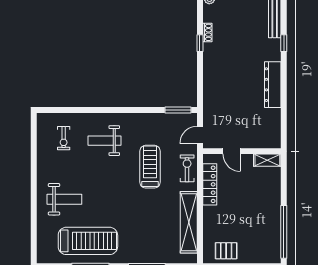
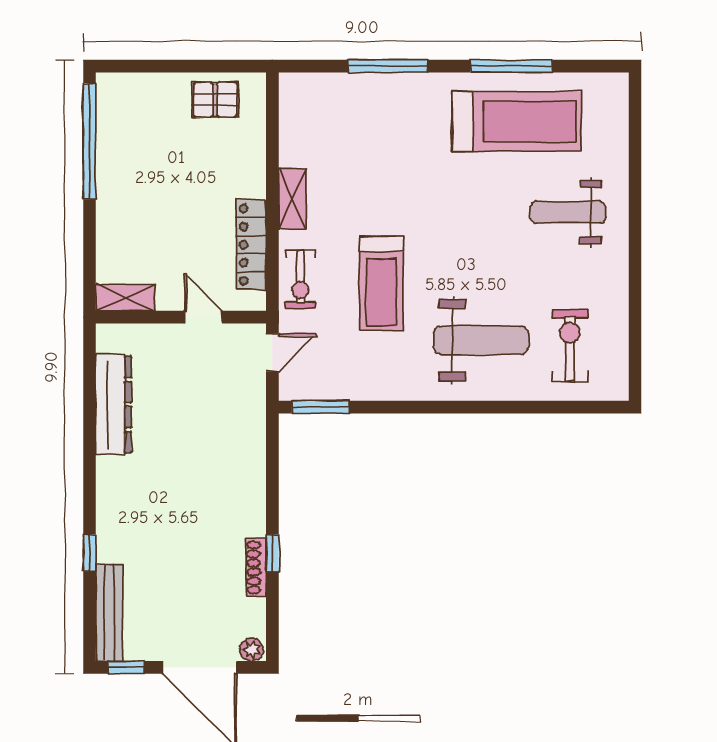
shoe rack: (207, 32) -> (256, 567), width x1.43
dresser: (273, 85) -> (114, 405), moved
exercise bike: (64, 138) -> (570, 346), width x1.38, depth x1.39
weight bench: (104, 141) -> (481, 340), width x1.36, depth x1.33
shelving: (189, 222) -> (292, 199), width x0.45, depth x0.75
treadmill: (88, 241) -> (517, 121), turned 180

